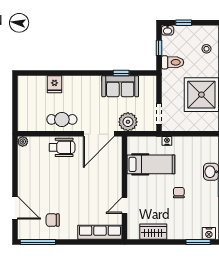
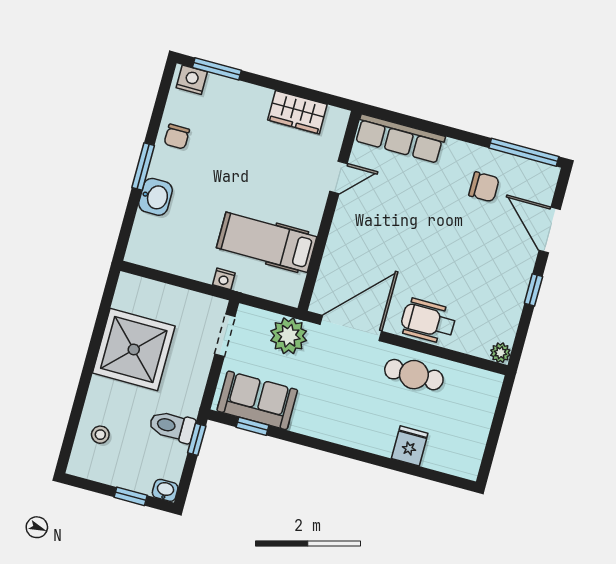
window: (159, 48) -> (197, 439), moved
window: (121, 73) -> (253, 426), moved
sofa: (120, 86) -> (257, 400), moved
window: (15, 176) -> (533, 290), added
chair: (179, 193) -> (177, 137), moved

